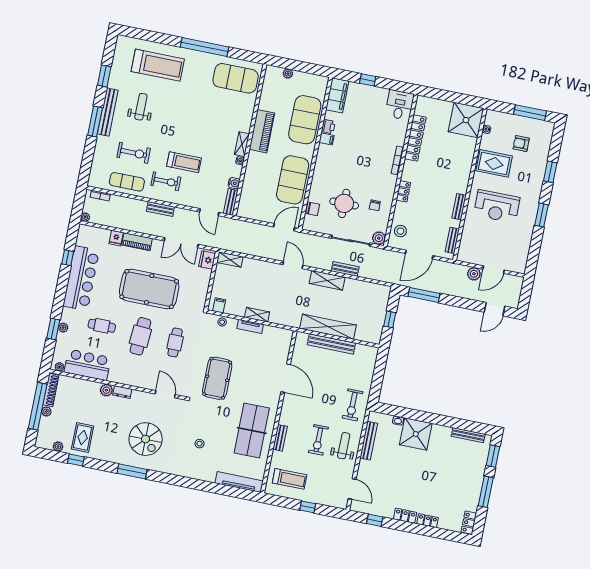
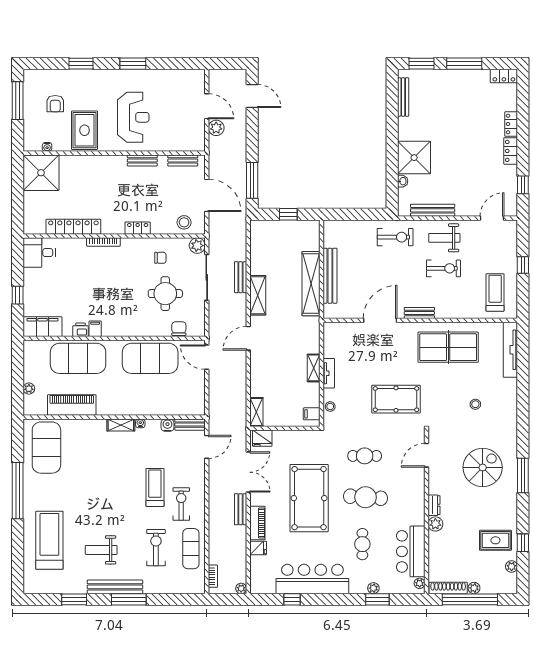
piano: (262, 131) -> (72, 405), moved
bench: (160, 209) -> (241, 509), moved
bench: (280, 438) -> (419, 313), moved

